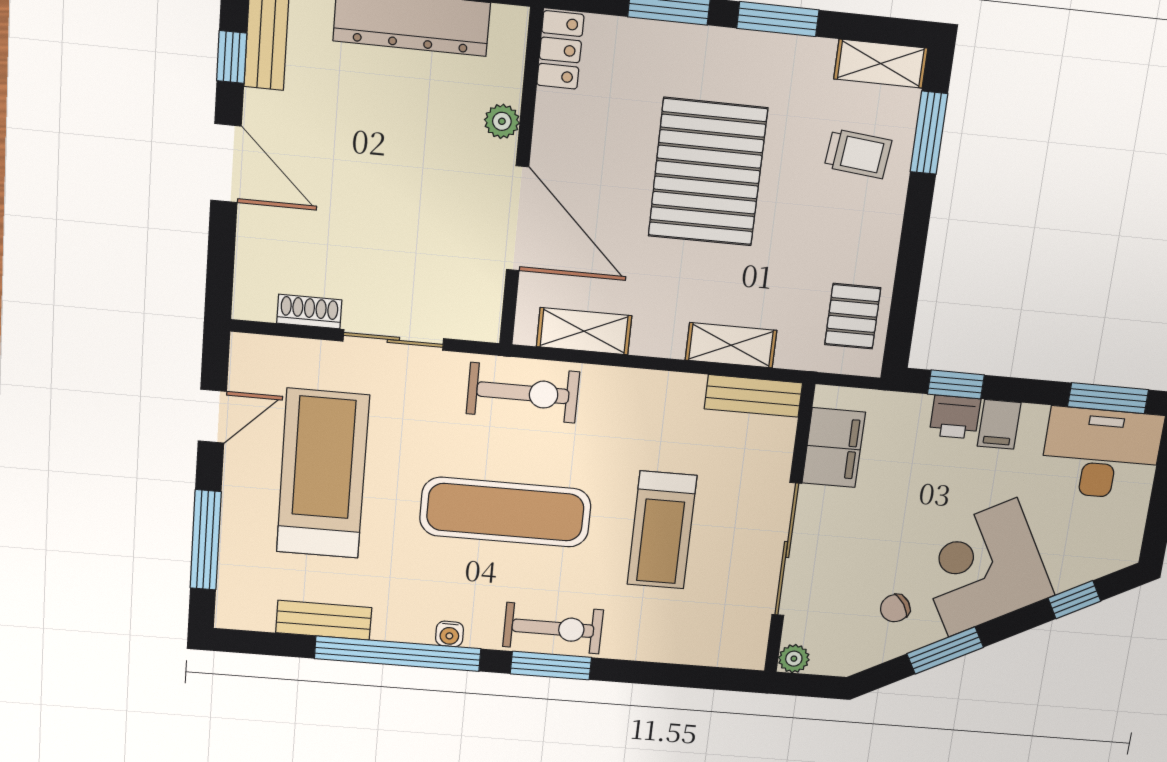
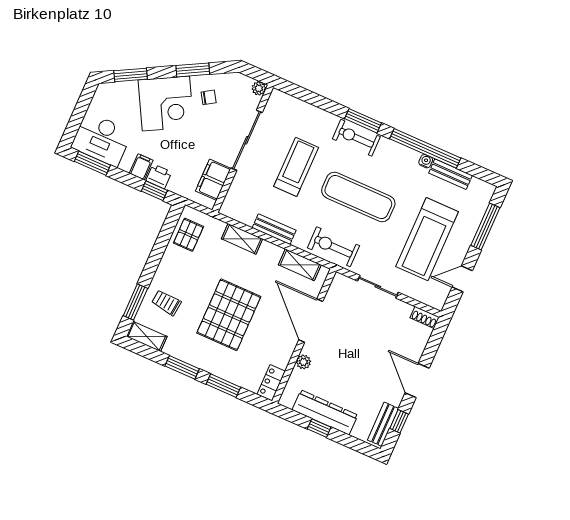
shoe rack: (309, 311) -> (425, 317), moved
bench: (753, 396) -> (274, 229), moved
window: (1074, 600) -> (131, 75), width x1.50
water cooler: (450, 634) -> (426, 161), moved

